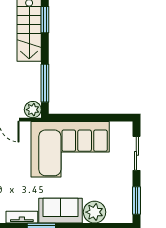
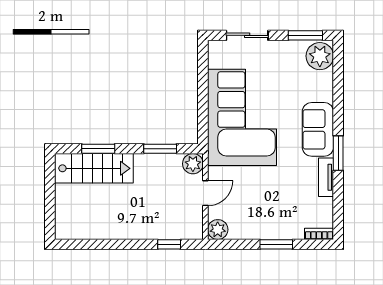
window: (45, 20) -> (98, 149), moved
window: (45, 83) -> (160, 149), width x0.69
plant: (95, 212) -> (320, 56), moved

